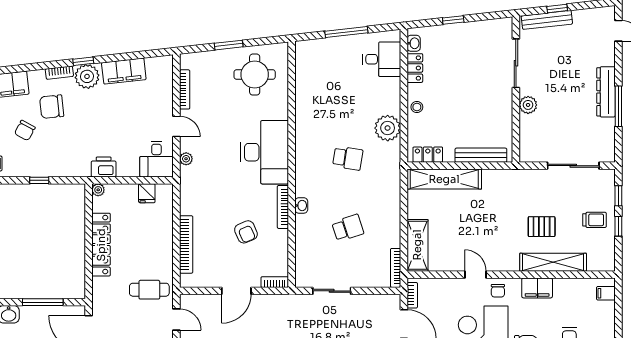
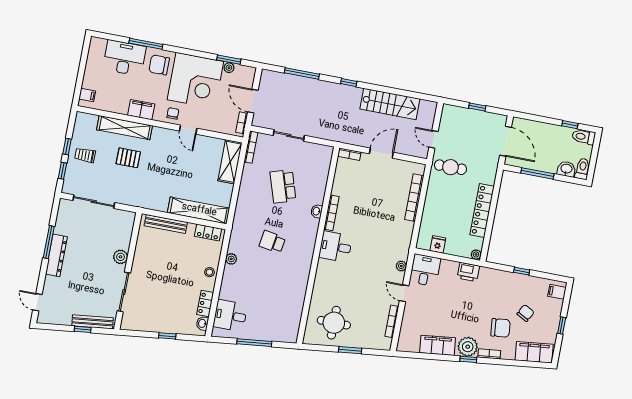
plant: (388, 128) -> (231, 259), width x0.53, depth x0.53
desk: (265, 152) -> (336, 247), width x0.53, depth x0.77
school desk: (348, 228) -> (283, 186), width x1.85
armchair: (246, 232) -> (365, 199), removed
sliding door: (332, 291) -> (289, 135), moved

